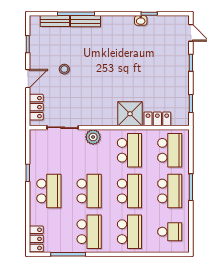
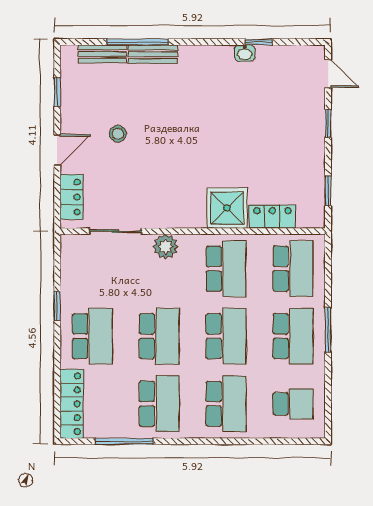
locker: (36, 239) -> (71, 404), width x1.53

